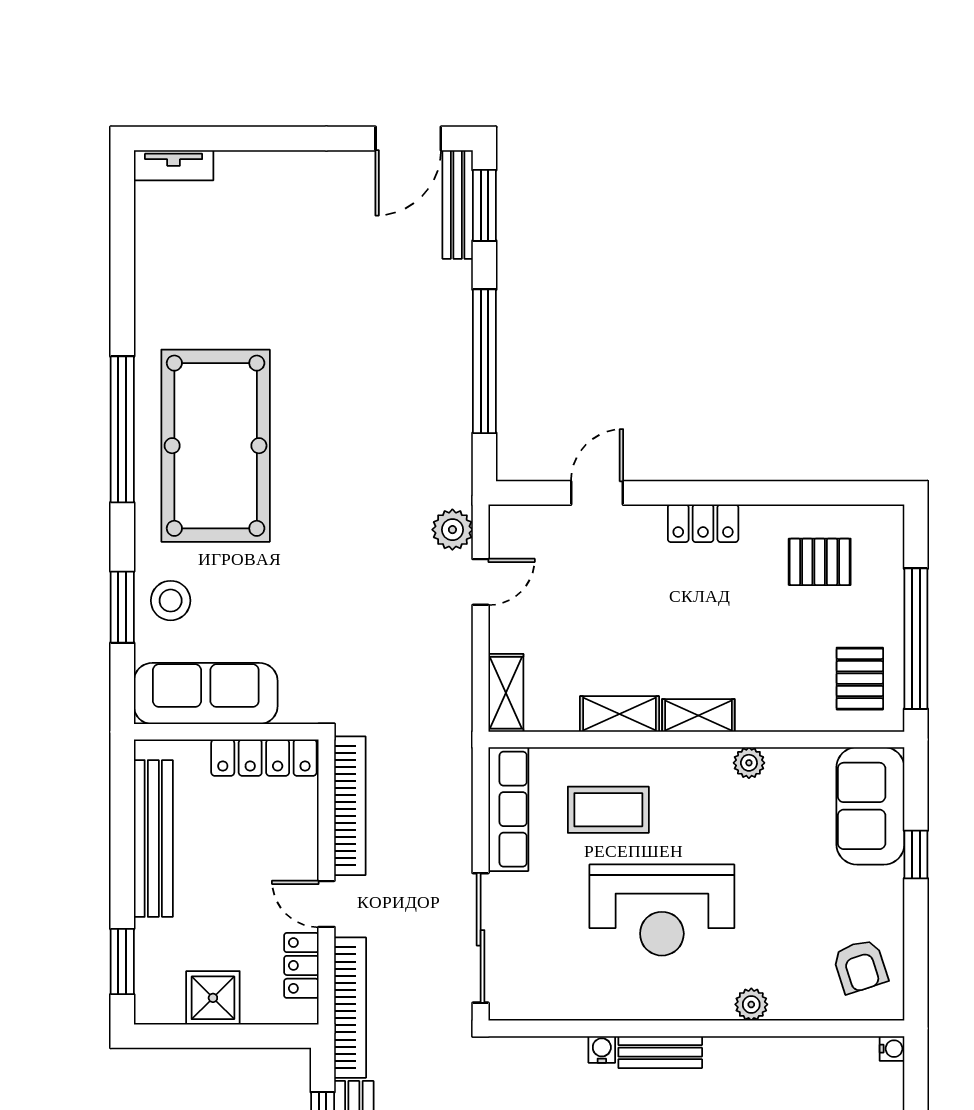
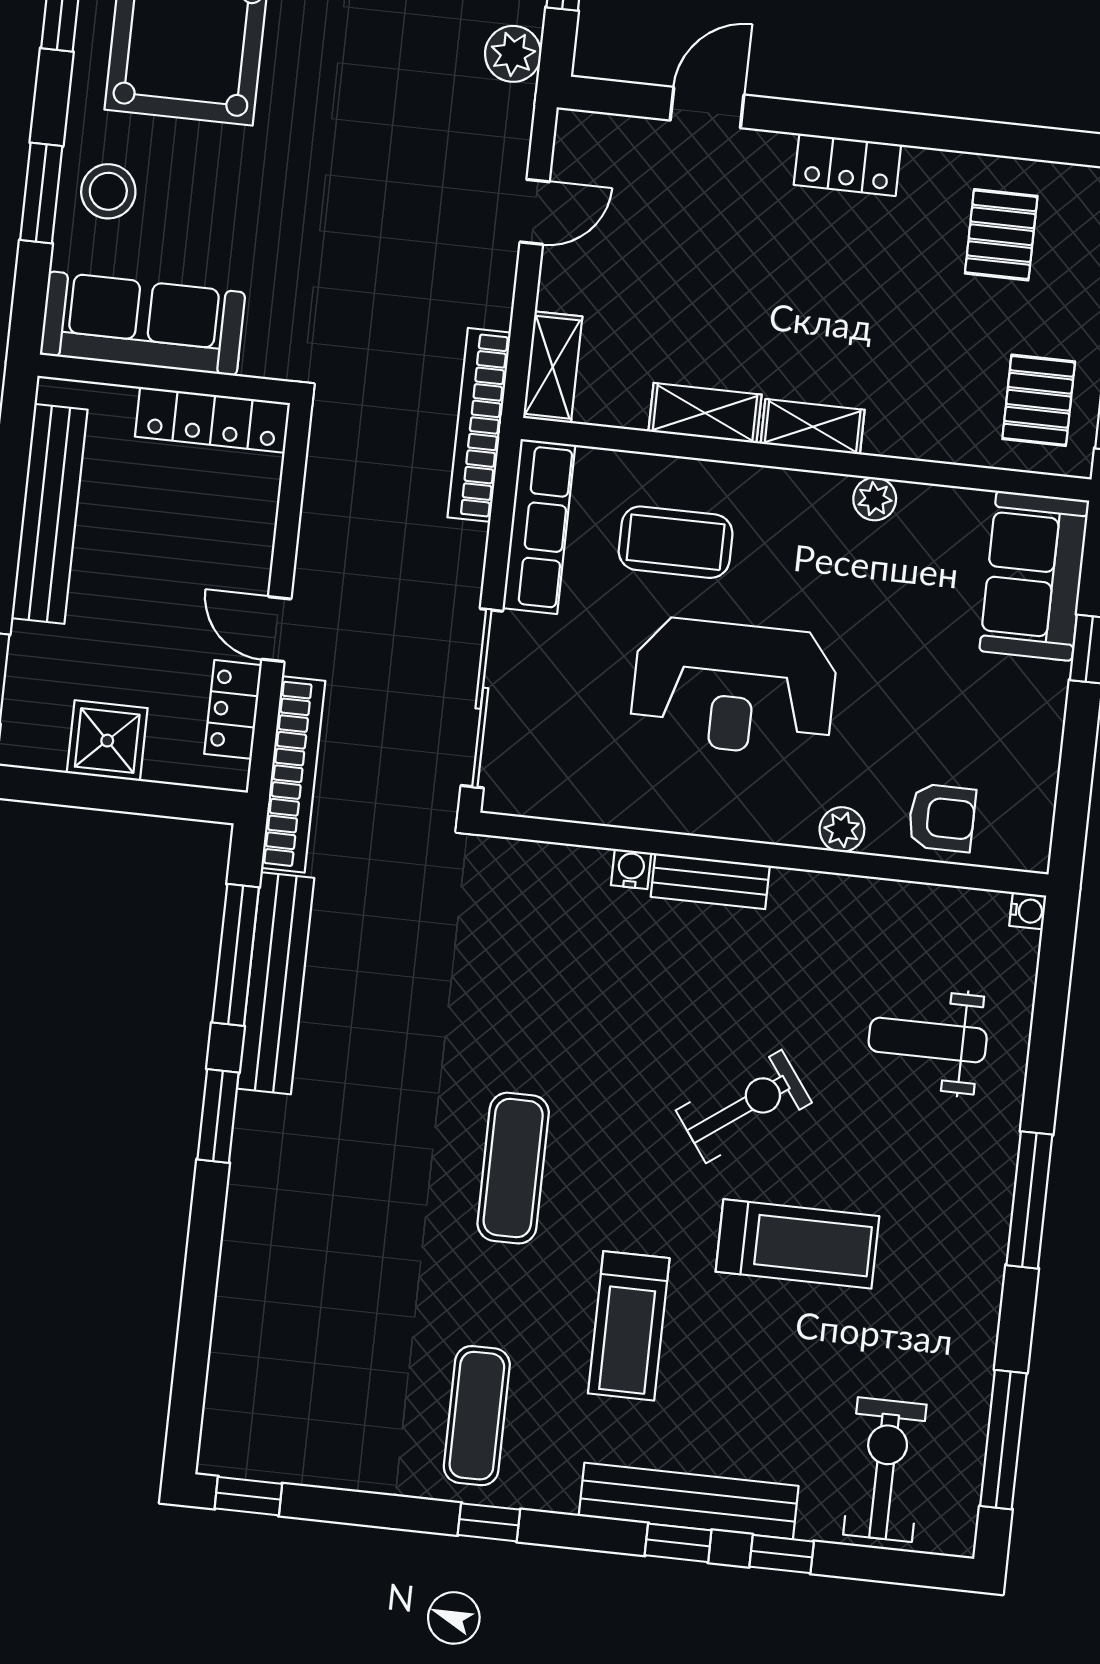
plant: (452, 530) -> (513, 54), moved
pallet: (820, 562) -> (1001, 235), turned 90
bookcase: (350, 806) -> (479, 425), moved, turned 180
armchair: (860, 966) -> (942, 818), moved, turned -72

